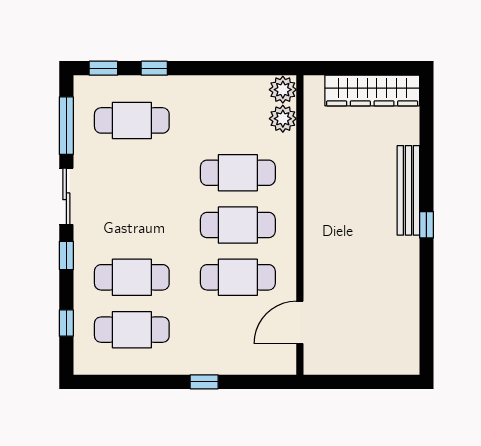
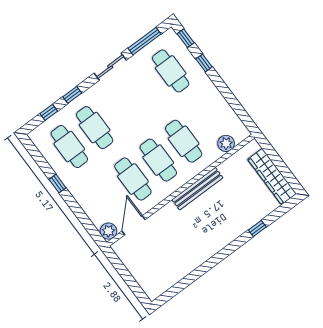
plant: (283, 90) -> (108, 231), moved
bench: (408, 190) -> (197, 189), moved
window: (426, 225) -> (257, 229), moved
window: (66, 255) -> (72, 95), moved
door: (300, 322) -> (134, 225), hinge flipped
window: (204, 382) -> (57, 184), moved

